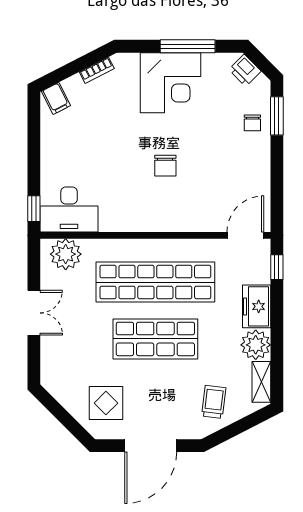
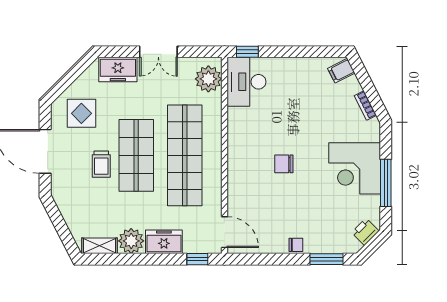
chair: (252, 123) -> (296, 245), moved, turned 180
freezer: (55, 360) -> (118, 70), added
trolley: (214, 402) -> (101, 164), moved, turned 83

